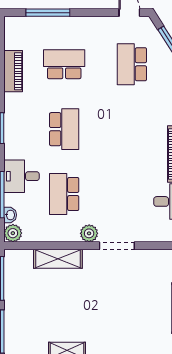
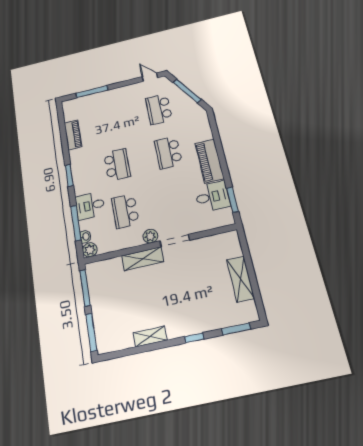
school desk: (64, 64) -> (168, 152), moved, turned -90
shelving: (58, 259) -> (143, 259), moved

